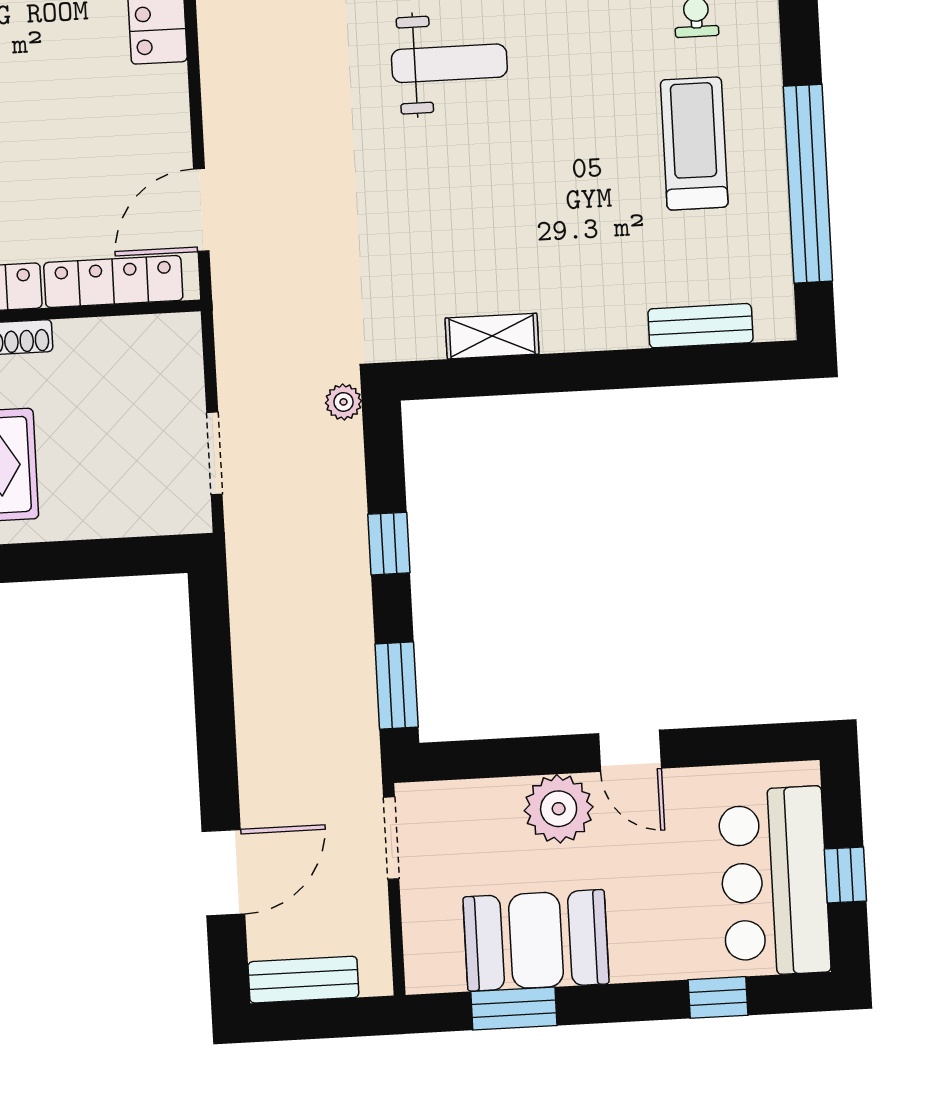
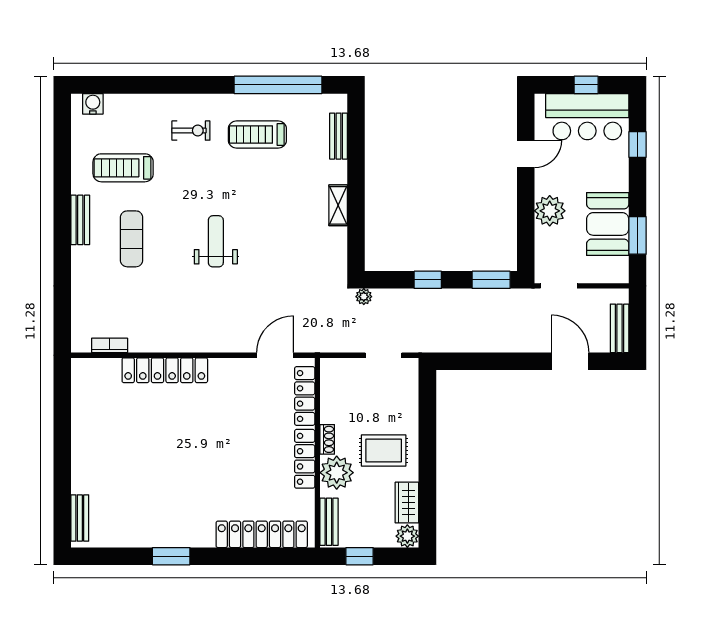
door: (201, 210) -> (275, 355), swing flipped
shelving: (492, 336) -> (338, 205), moved
door: (630, 751) -> (526, 154), moved

